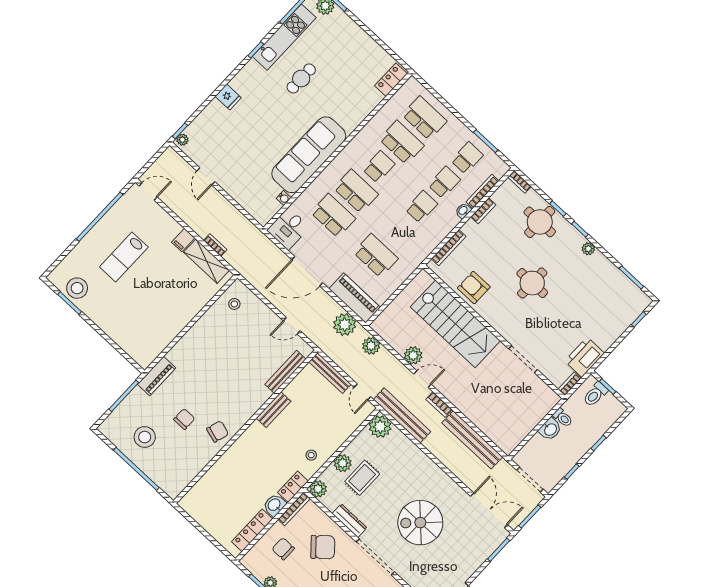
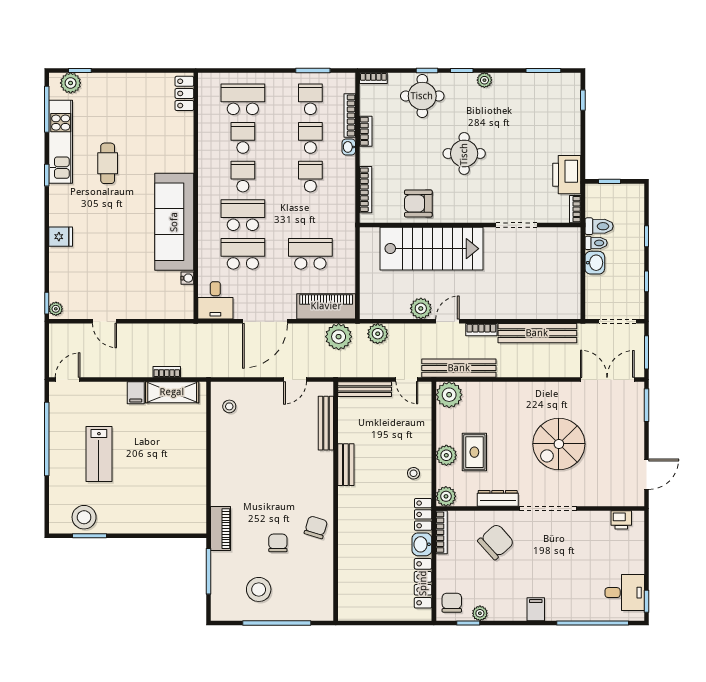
school desk: (402, 142) -> (243, 138), width x0.54
toilet: (595, 394) -> (599, 226), moved, turned -90
chair: (283, 549) -> (452, 603), moved, turned 90

